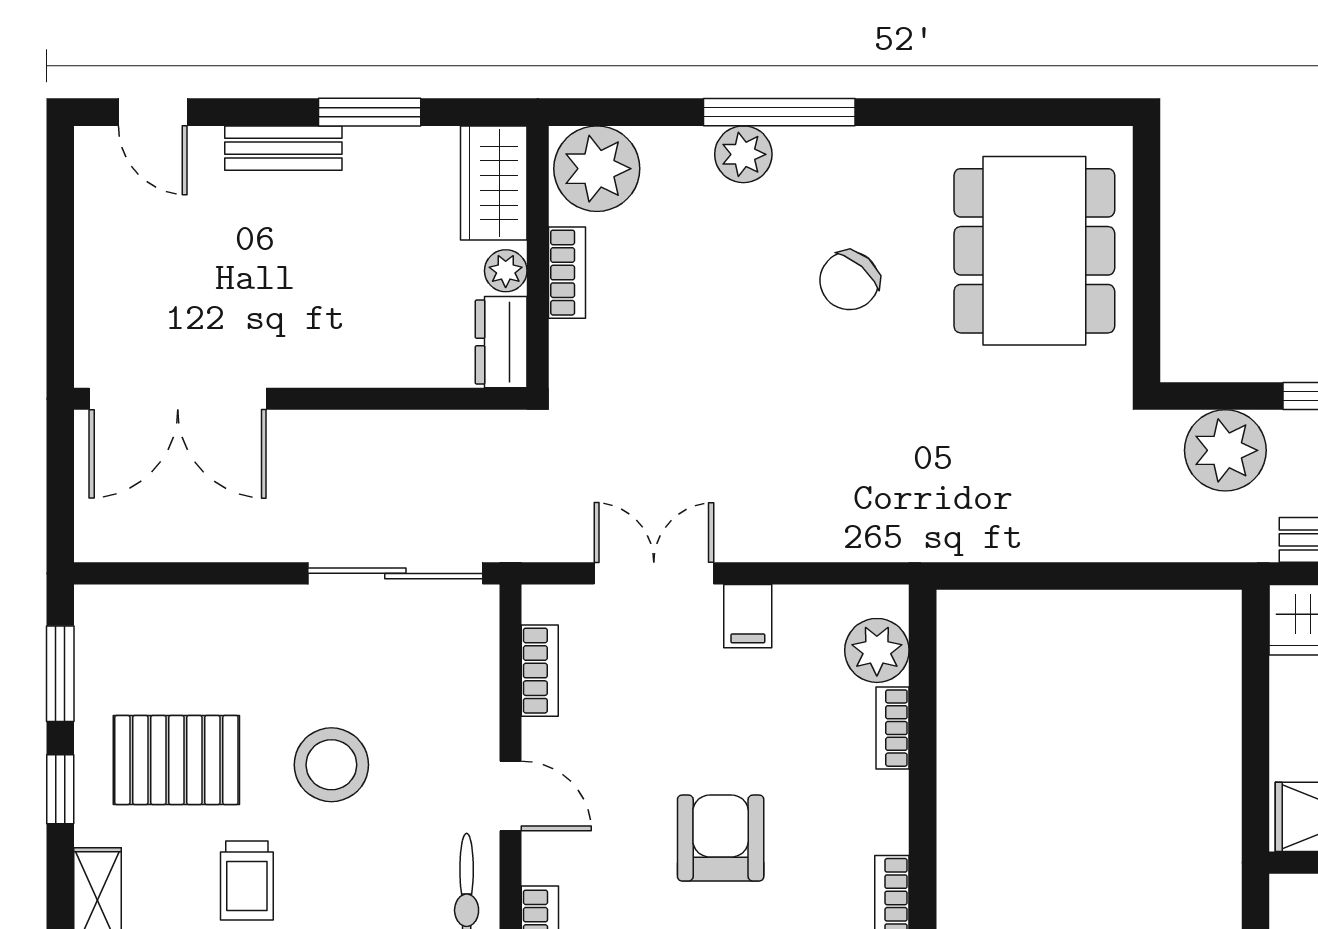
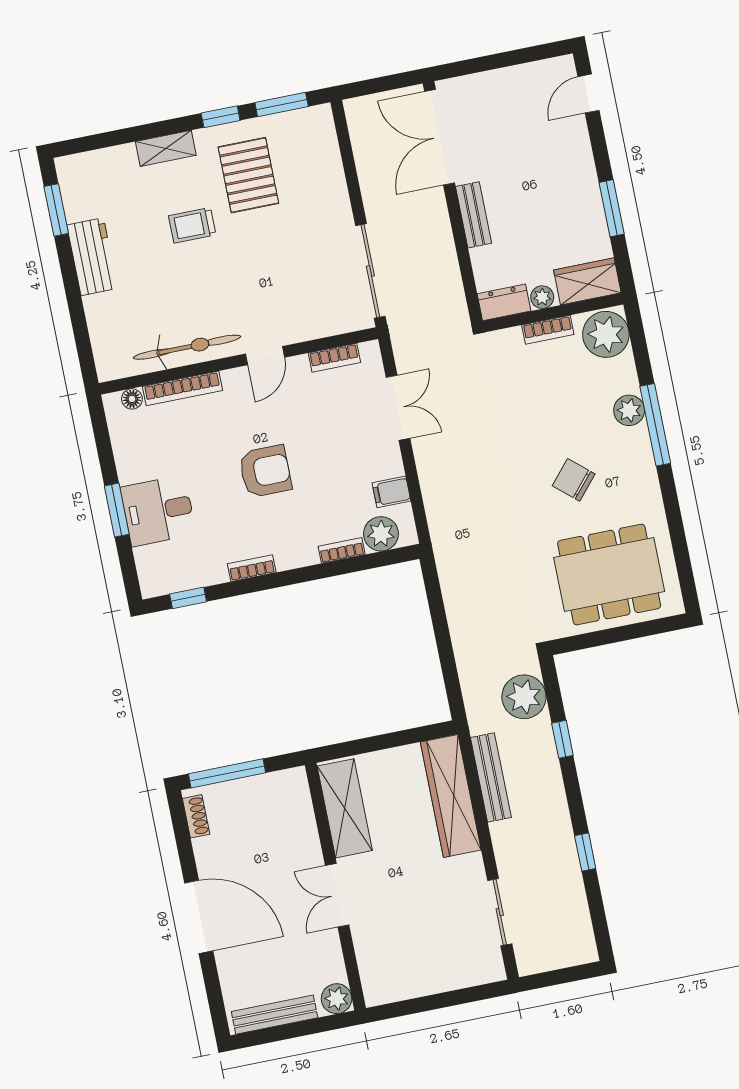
bench: (283, 148) -> (473, 215), moved
filing cabinet: (748, 616) -> (391, 492), moved
stool: (331, 765) -> (262, 258), removed

